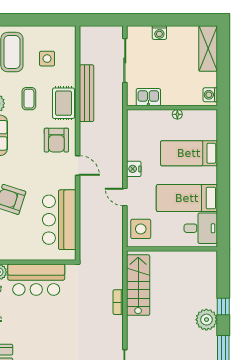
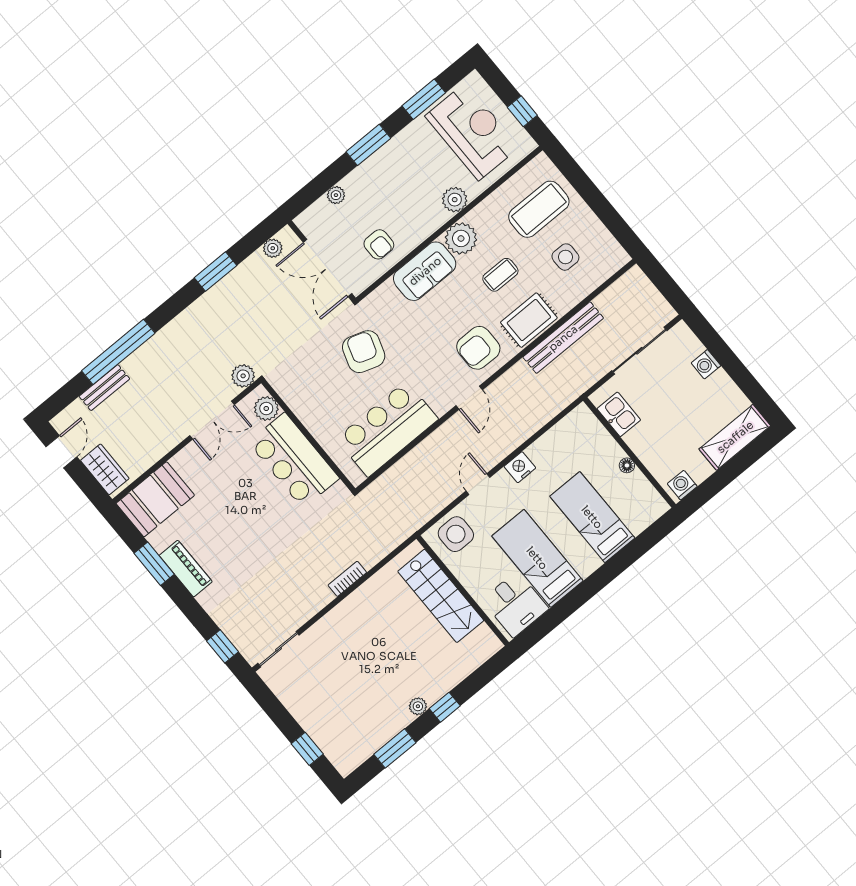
stairs: (138, 285) -> (441, 596), moved, turned 90
plant: (206, 320) -> (418, 706), width x0.53, depth x0.53

